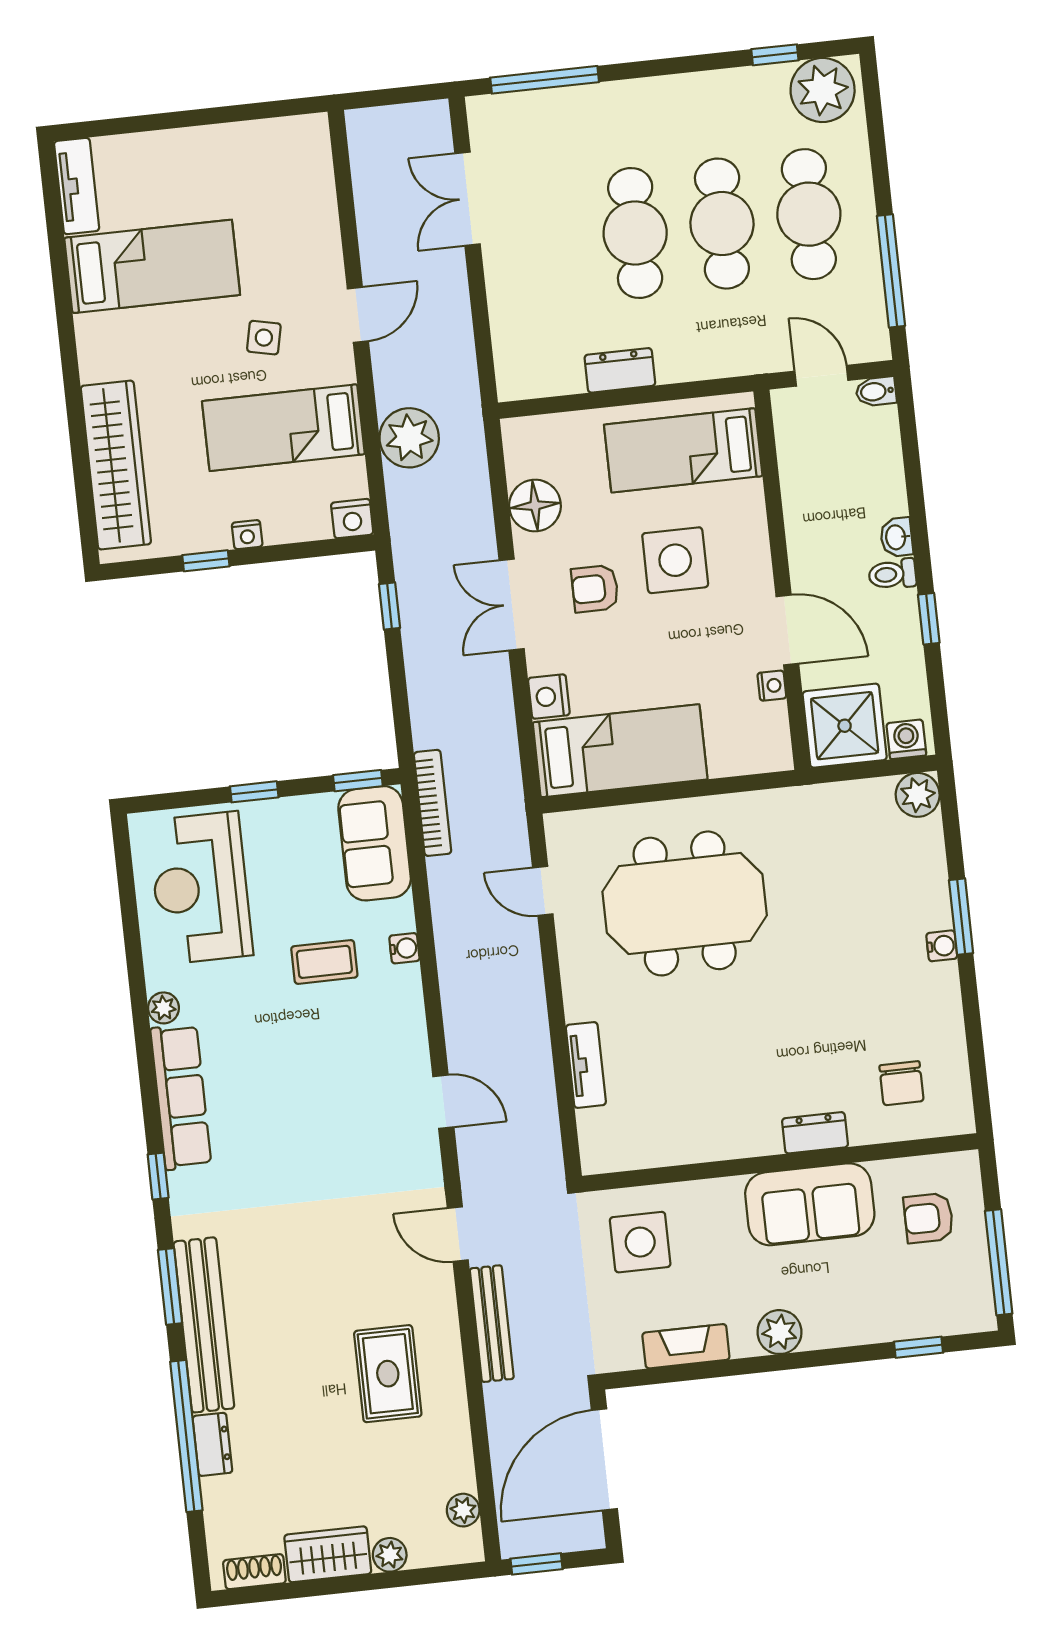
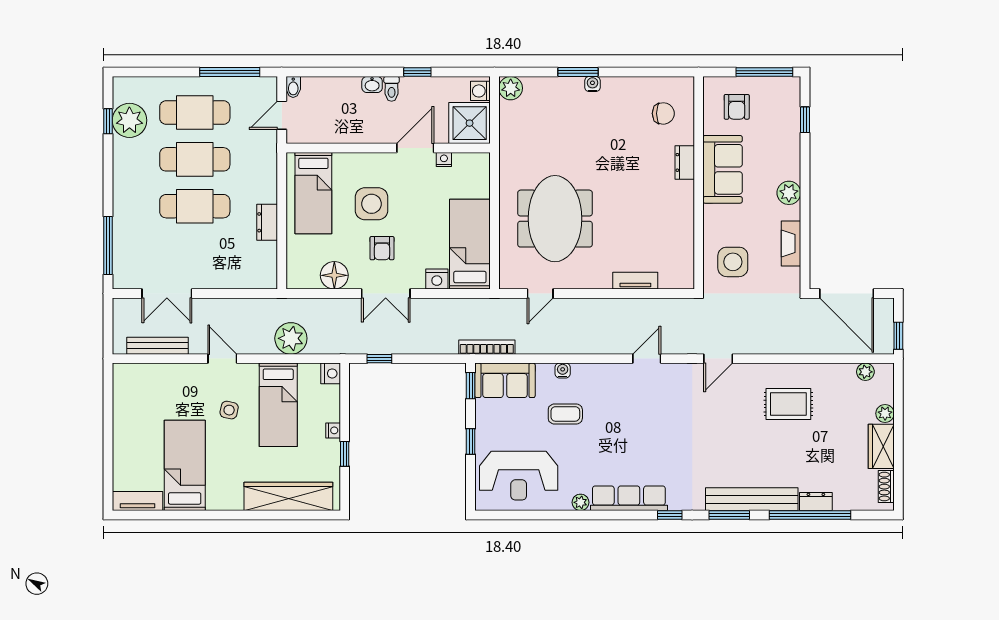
plant: (823, 90) -> (129, 120), moved
coffee table: (324, 962) -> (565, 414), turned 90
bench: (492, 1324) -> (157, 346), moved

